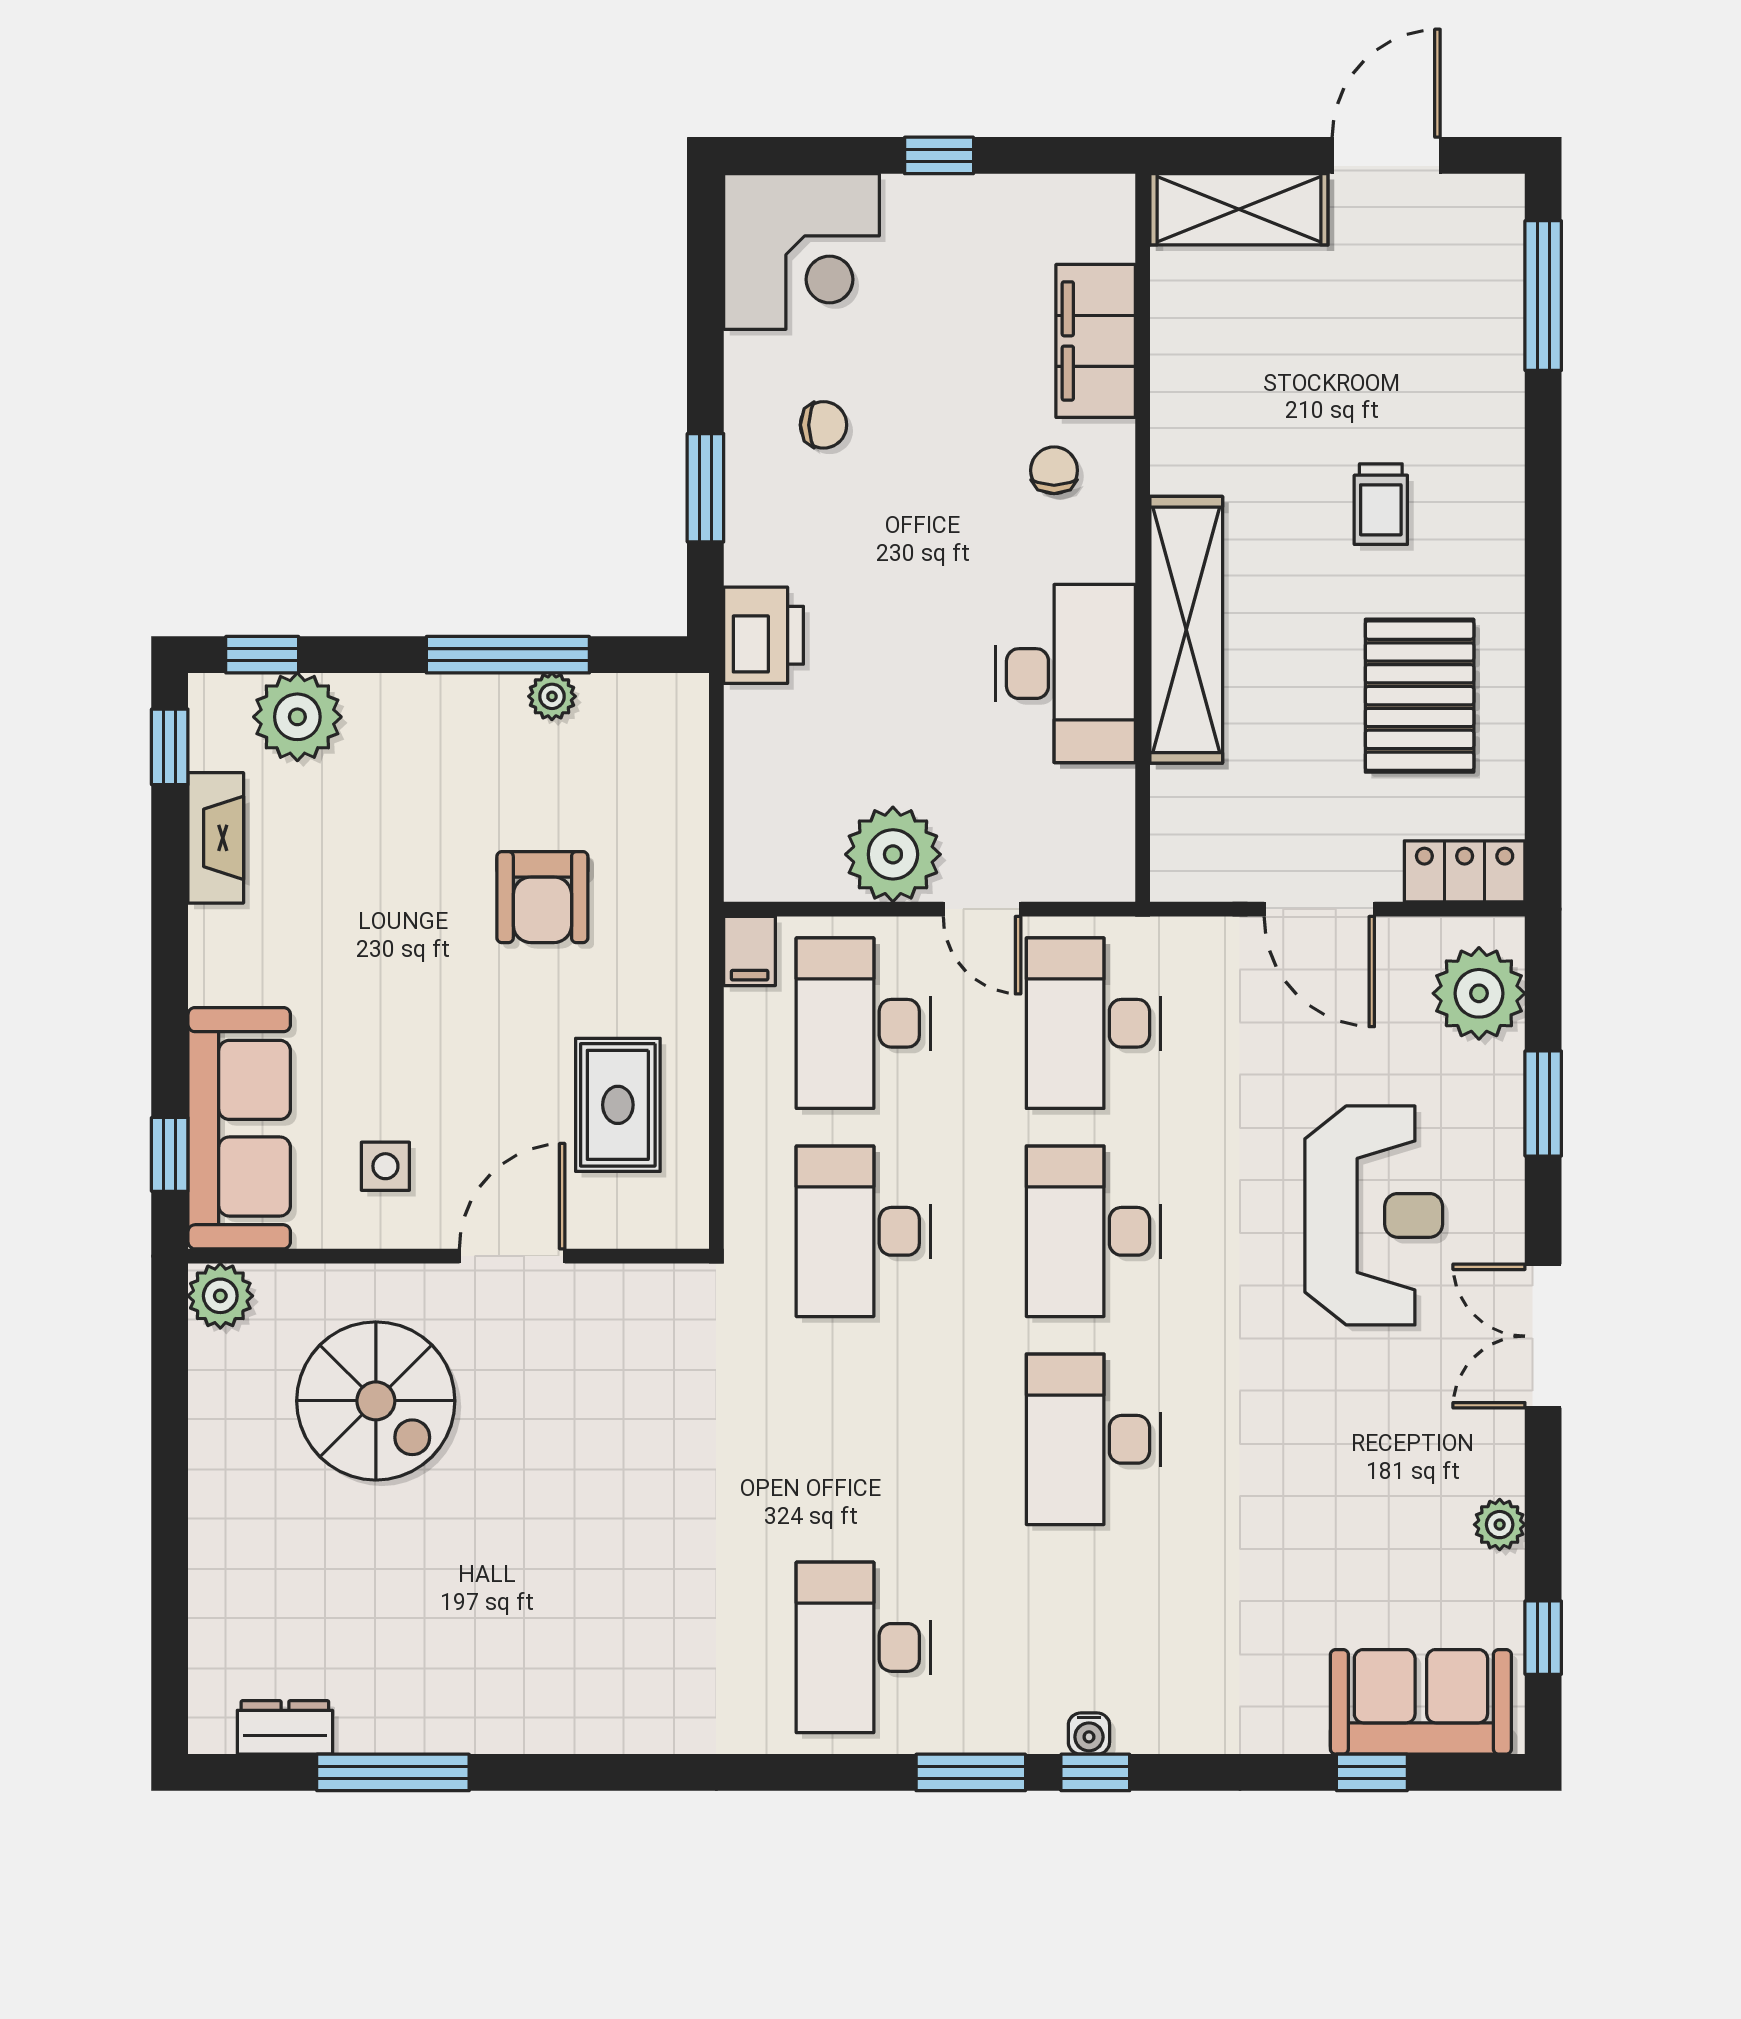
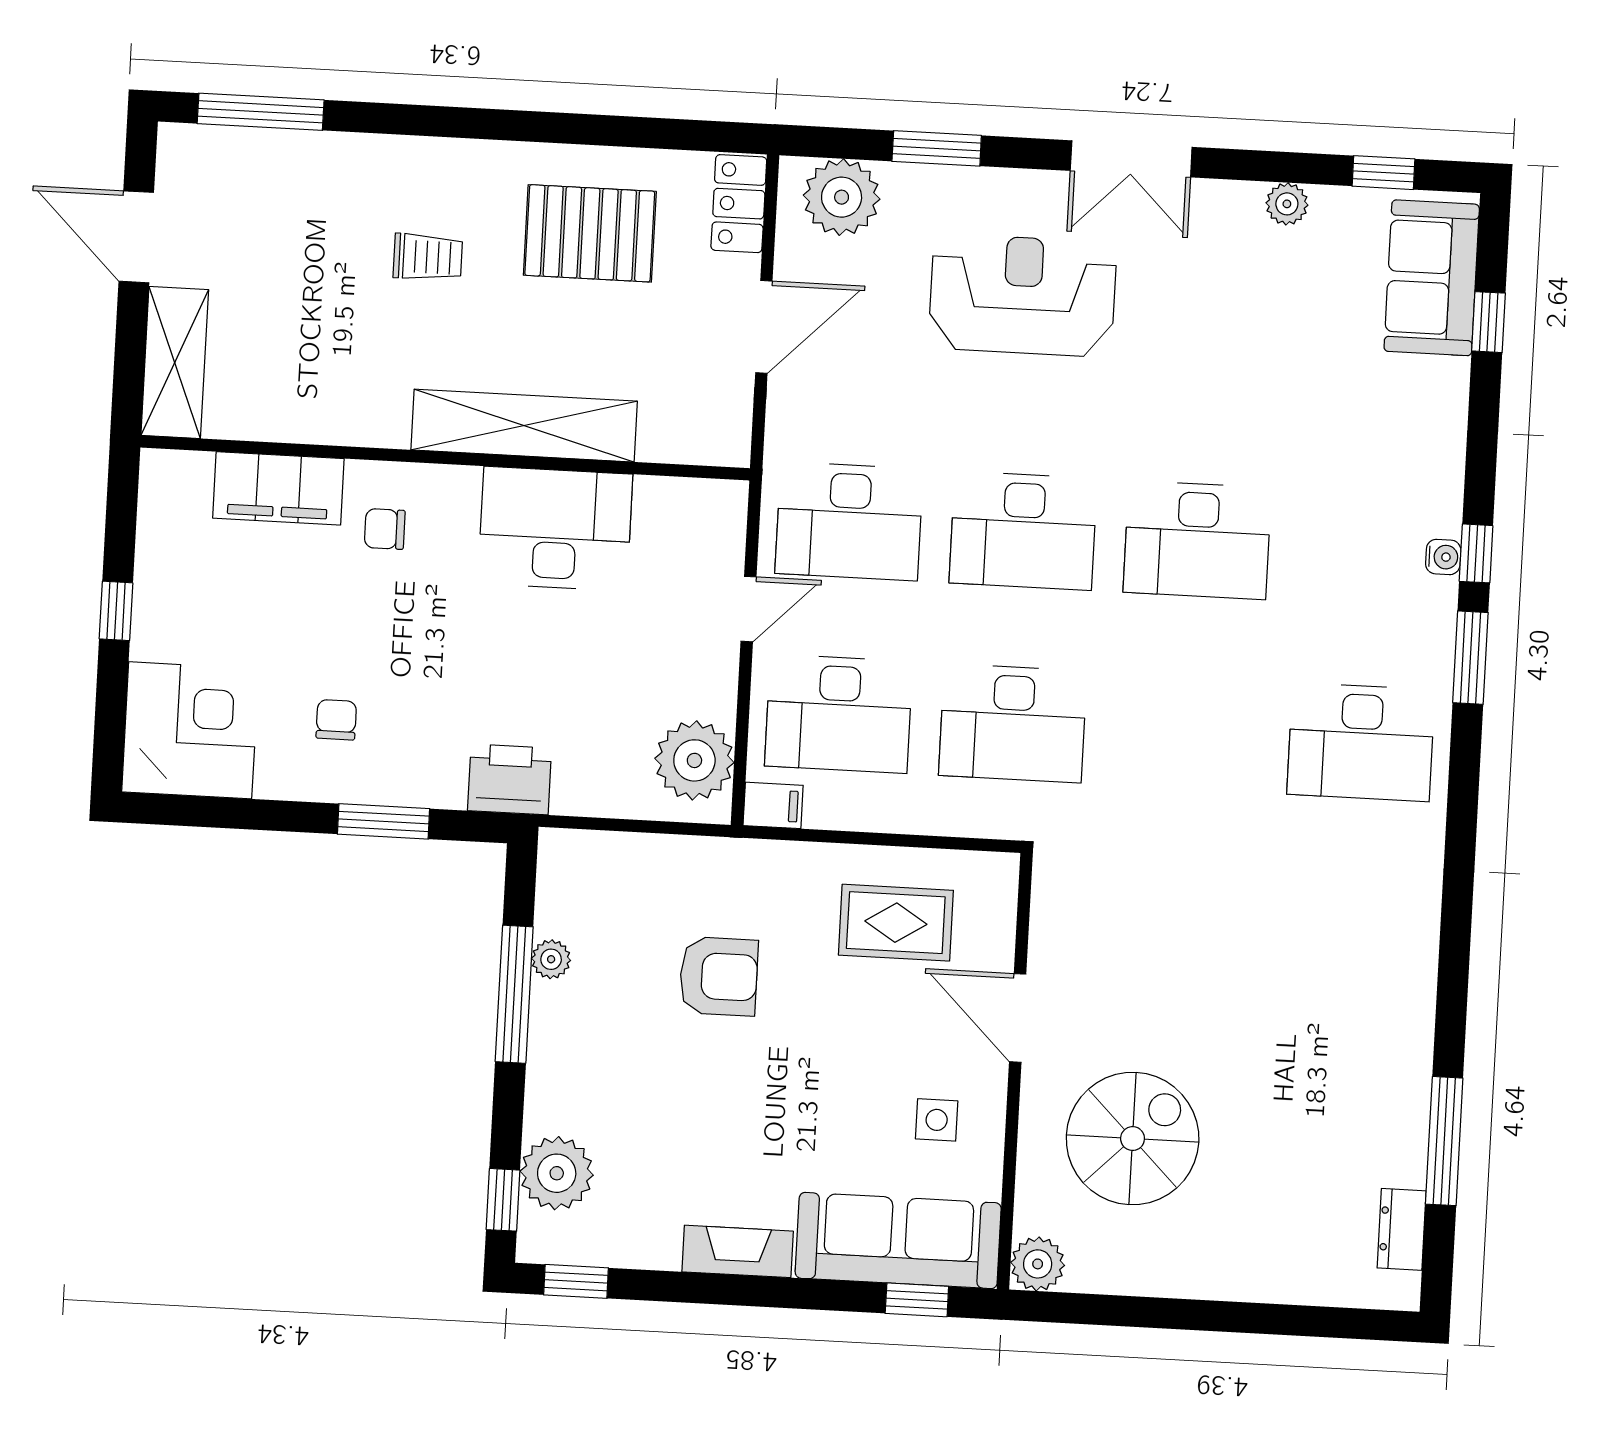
fireplace: (216, 838) -> (738, 1251), moved
plant: (893, 854) -> (694, 760), moved

